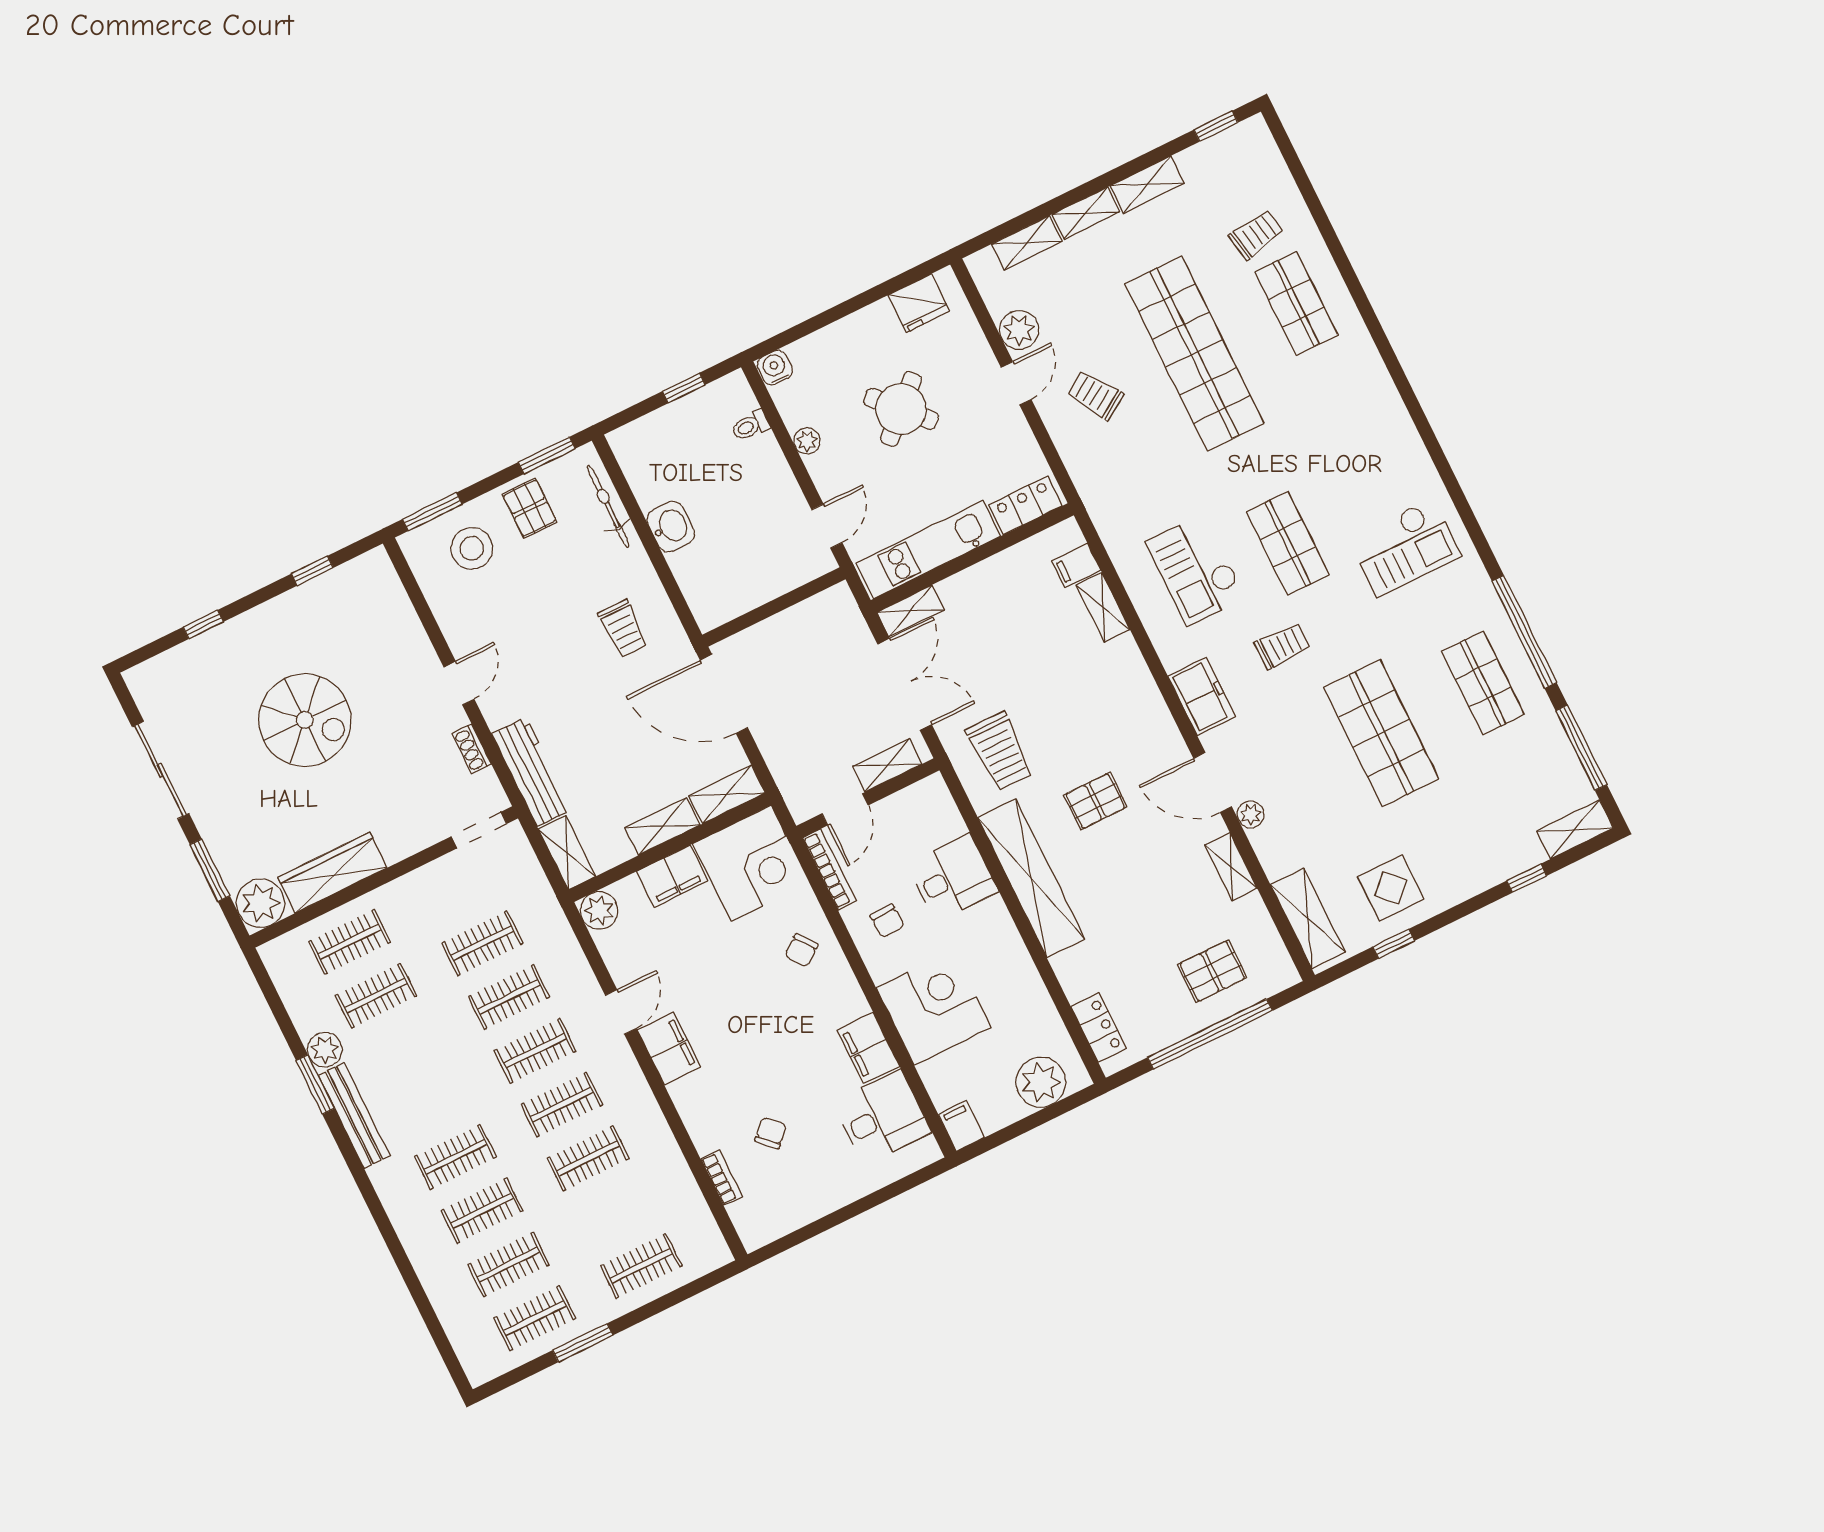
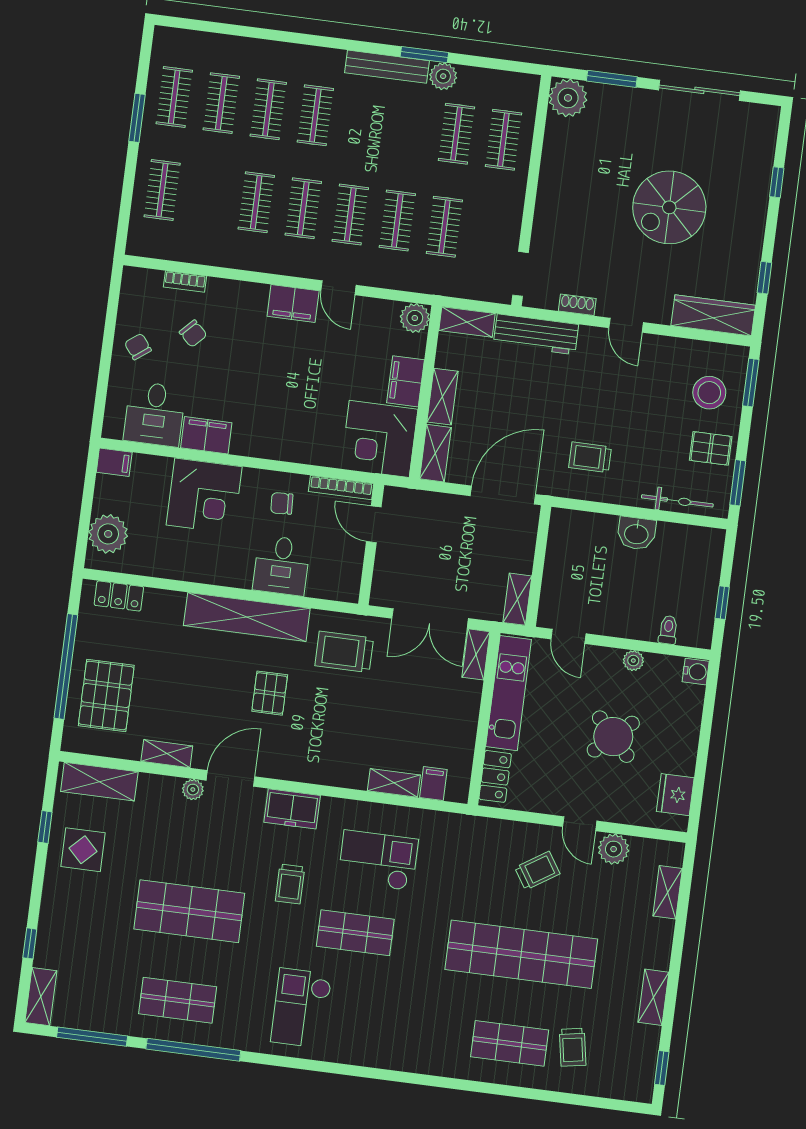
shelving: (1086, 213) -> (661, 944), removed
shelving: (887, 765) -> (517, 599), moved
wardrobe: (332, 873) -> (713, 315), moved, turned -90
chair: (801, 950) -> (138, 347), moved
pallet: (1212, 971) -> (106, 695), width x1.50, depth x1.42

